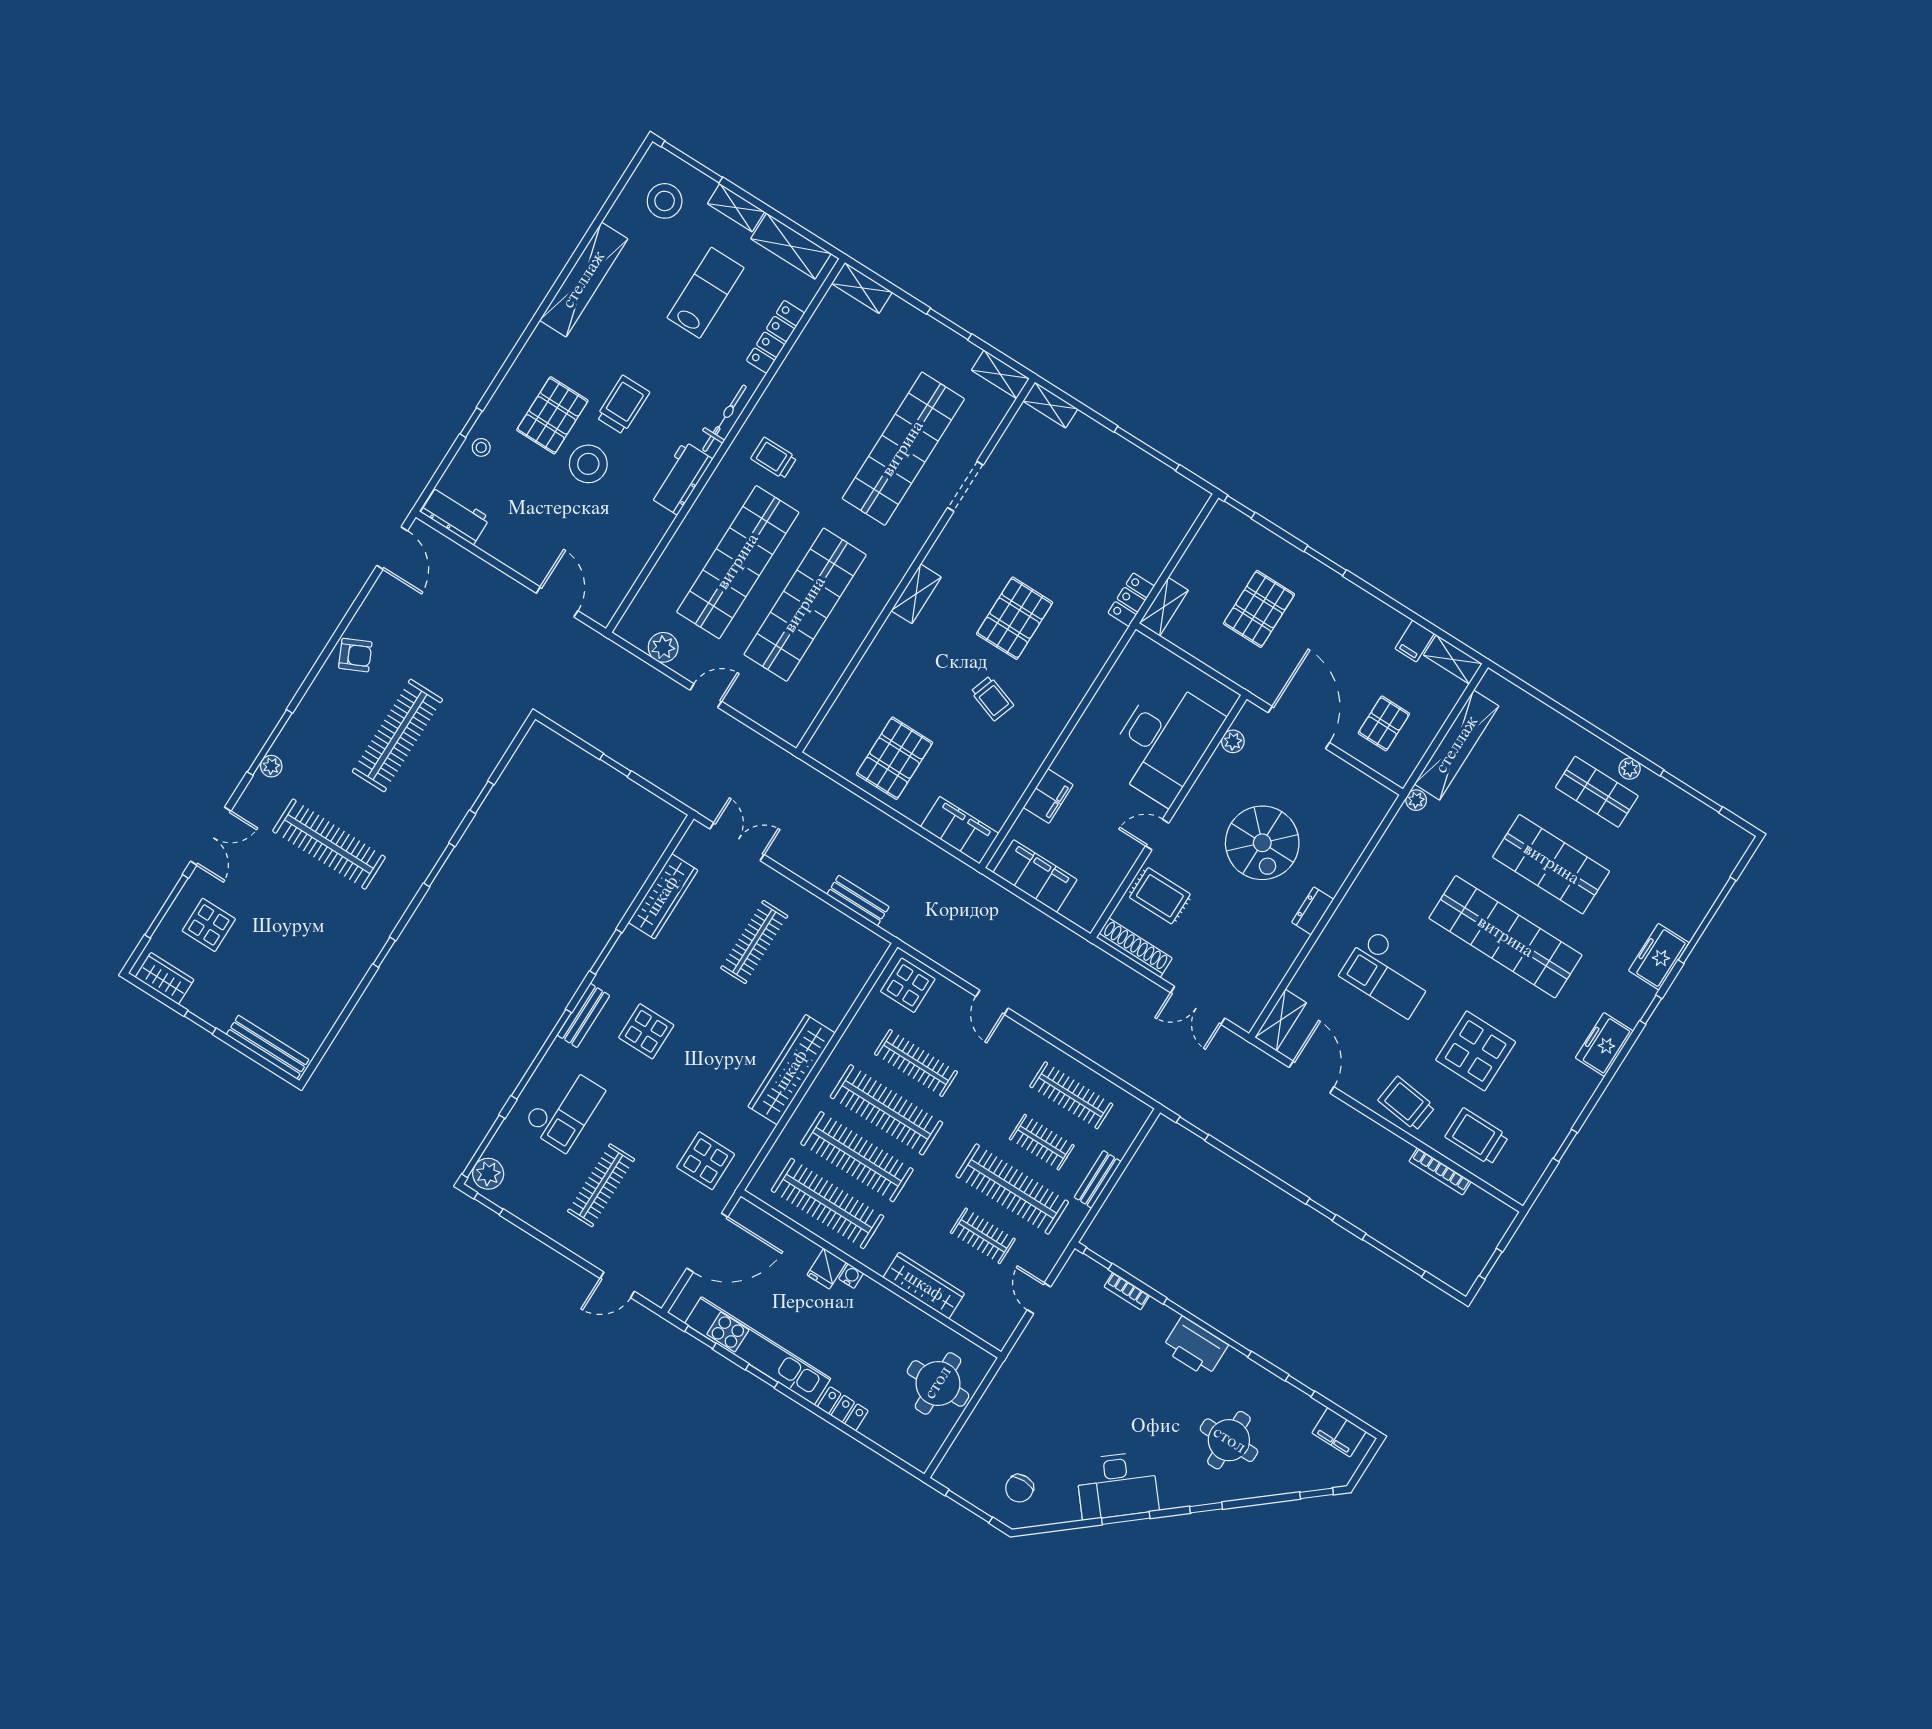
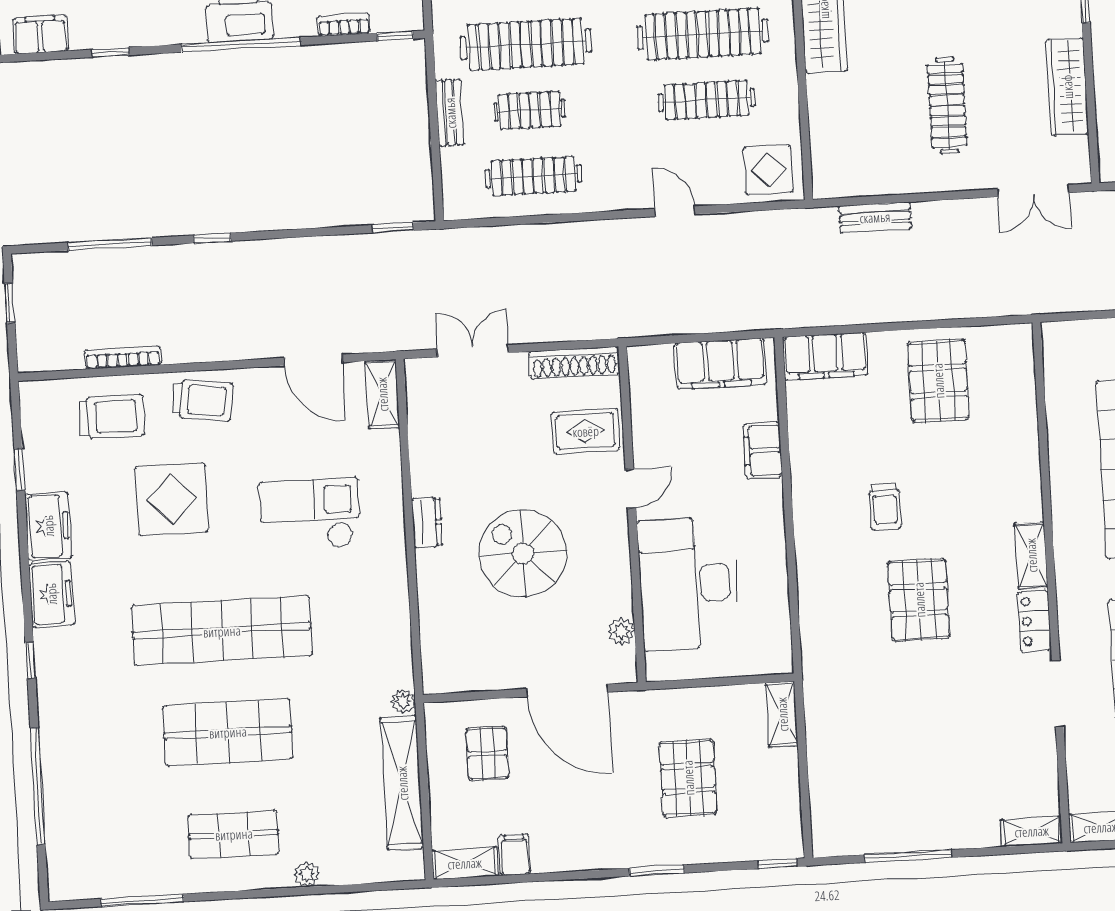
locker: (1131, 600) -> (1034, 621), moved, turned 180
trolley: (992, 698) -> (885, 506), turned -109
plant: (1630, 769) -> (307, 874), moved
freezer: (1659, 957) -> (48, 526), moved

